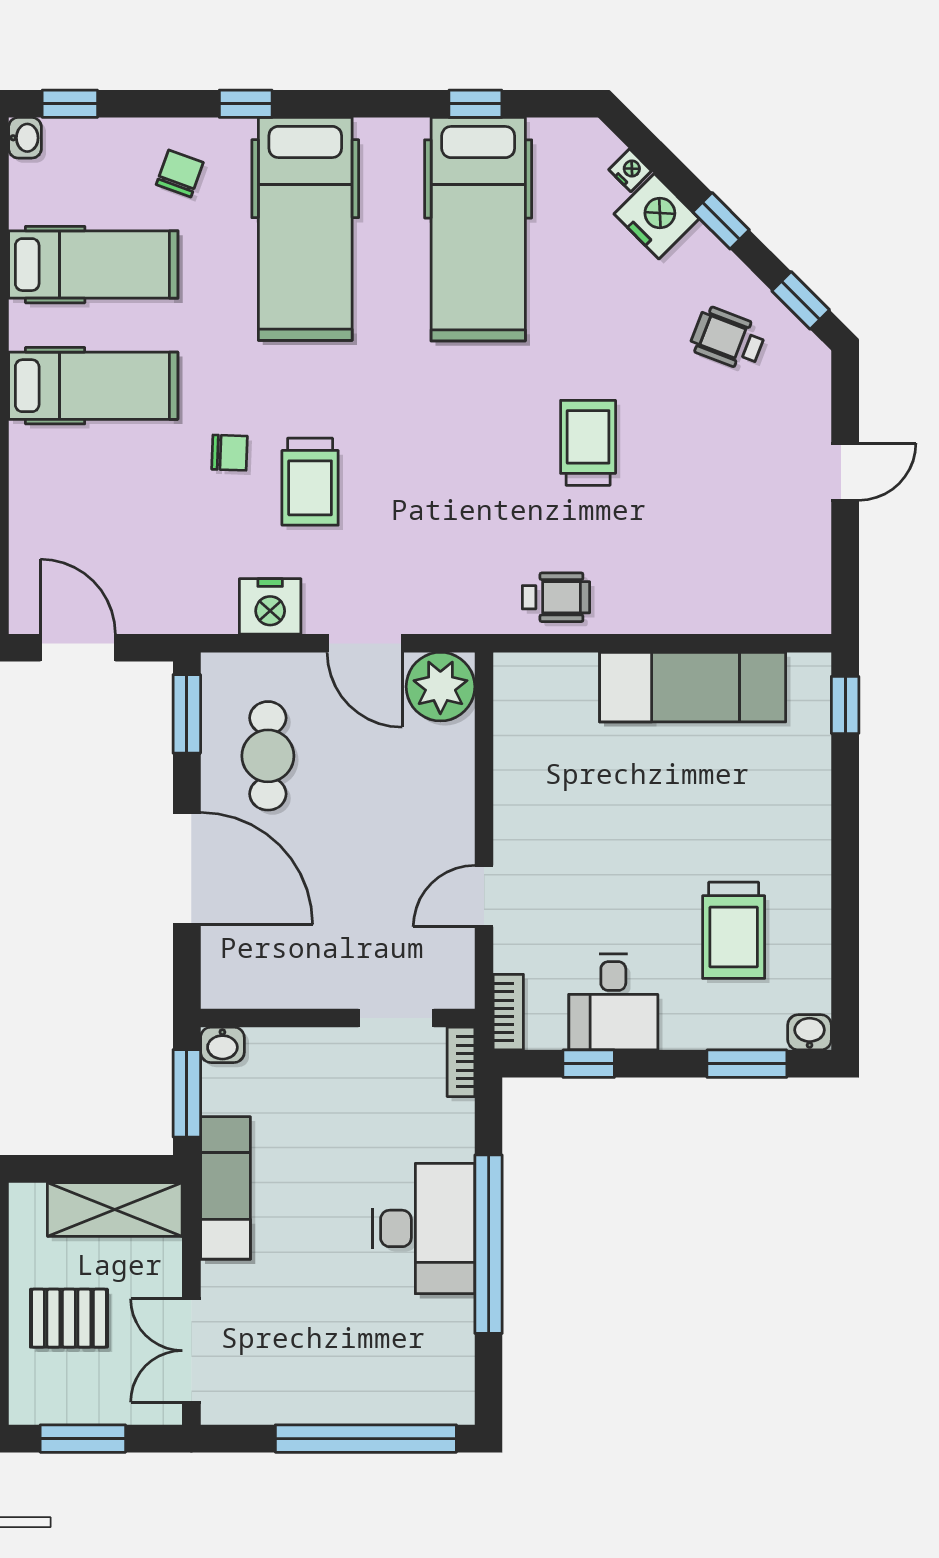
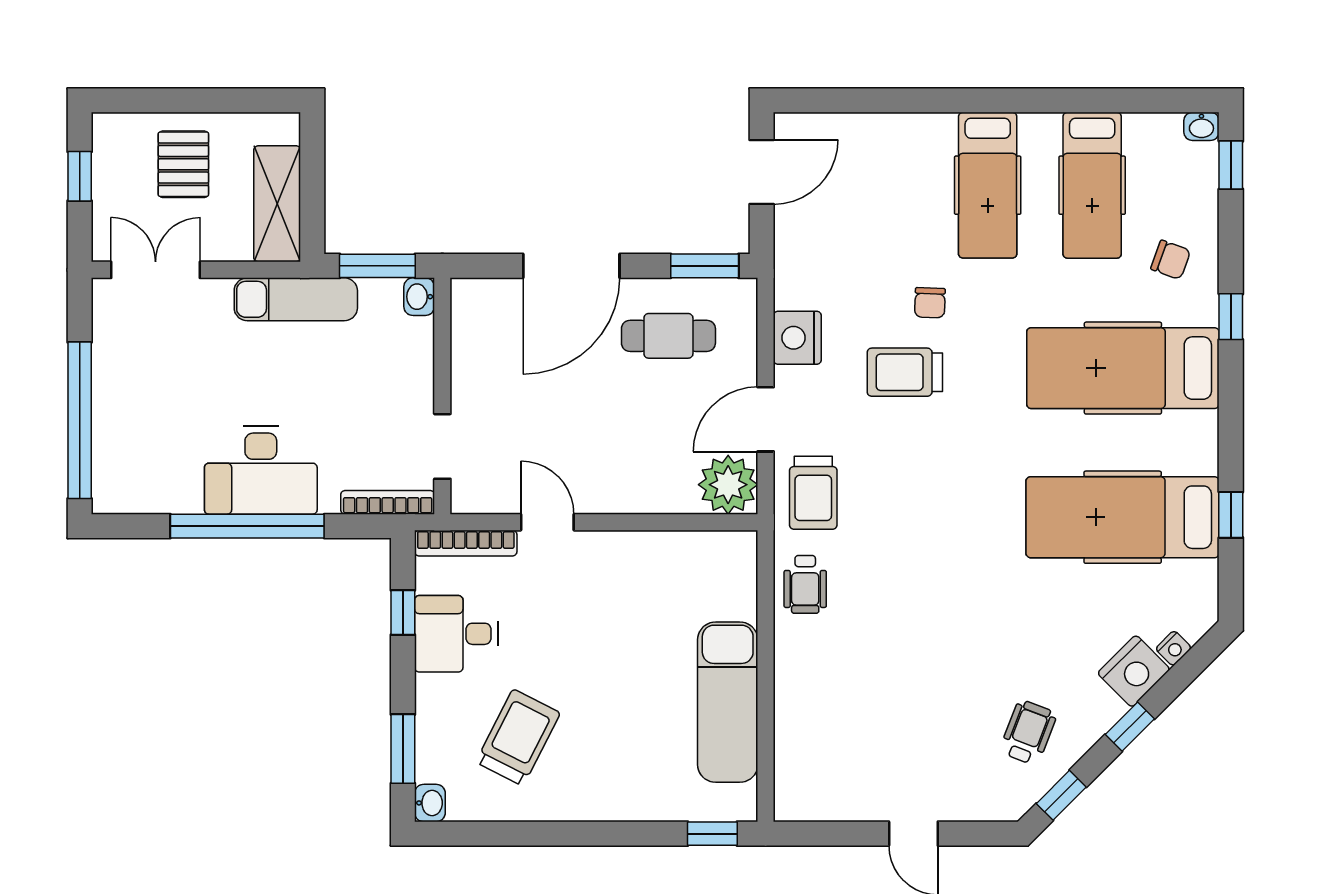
trolley: (588, 443) -> (813, 493), moved, turned 90
trolley: (734, 930) -> (518, 737), turned 117
bookcase: (508, 1012) -> (466, 543), width x1.56
bookcase: (461, 1062) -> (388, 502), width x1.56
window: (83, 1439) -> (80, 176), width x0.67

